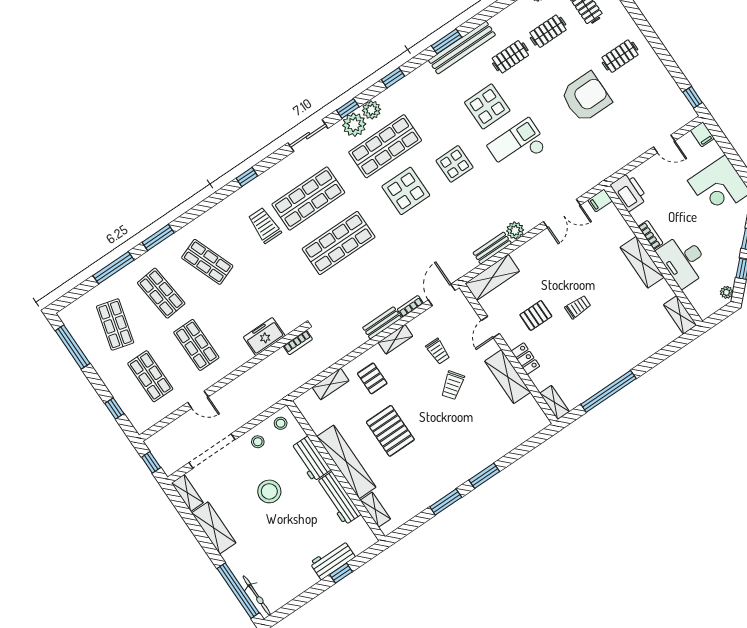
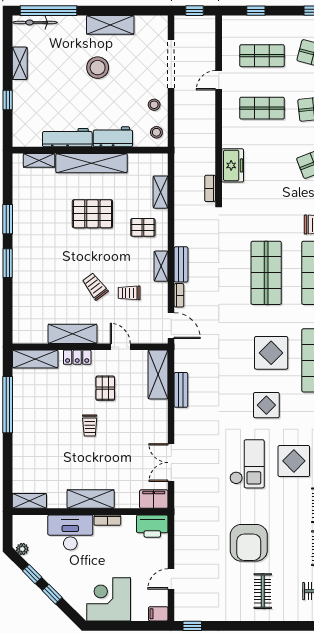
filing cabinet: (600, 201) -> (154, 499), width x2.00
plant: (515, 230) -> (182, 417), removed
shelving: (554, 402) -> (35, 359), width x1.50, depth x1.33
stool: (269, 491) -> (98, 68), moved
shelving: (187, 493) -> (20, 63), moved, turned 90
workbench: (332, 560) -> (23, 100), removed

